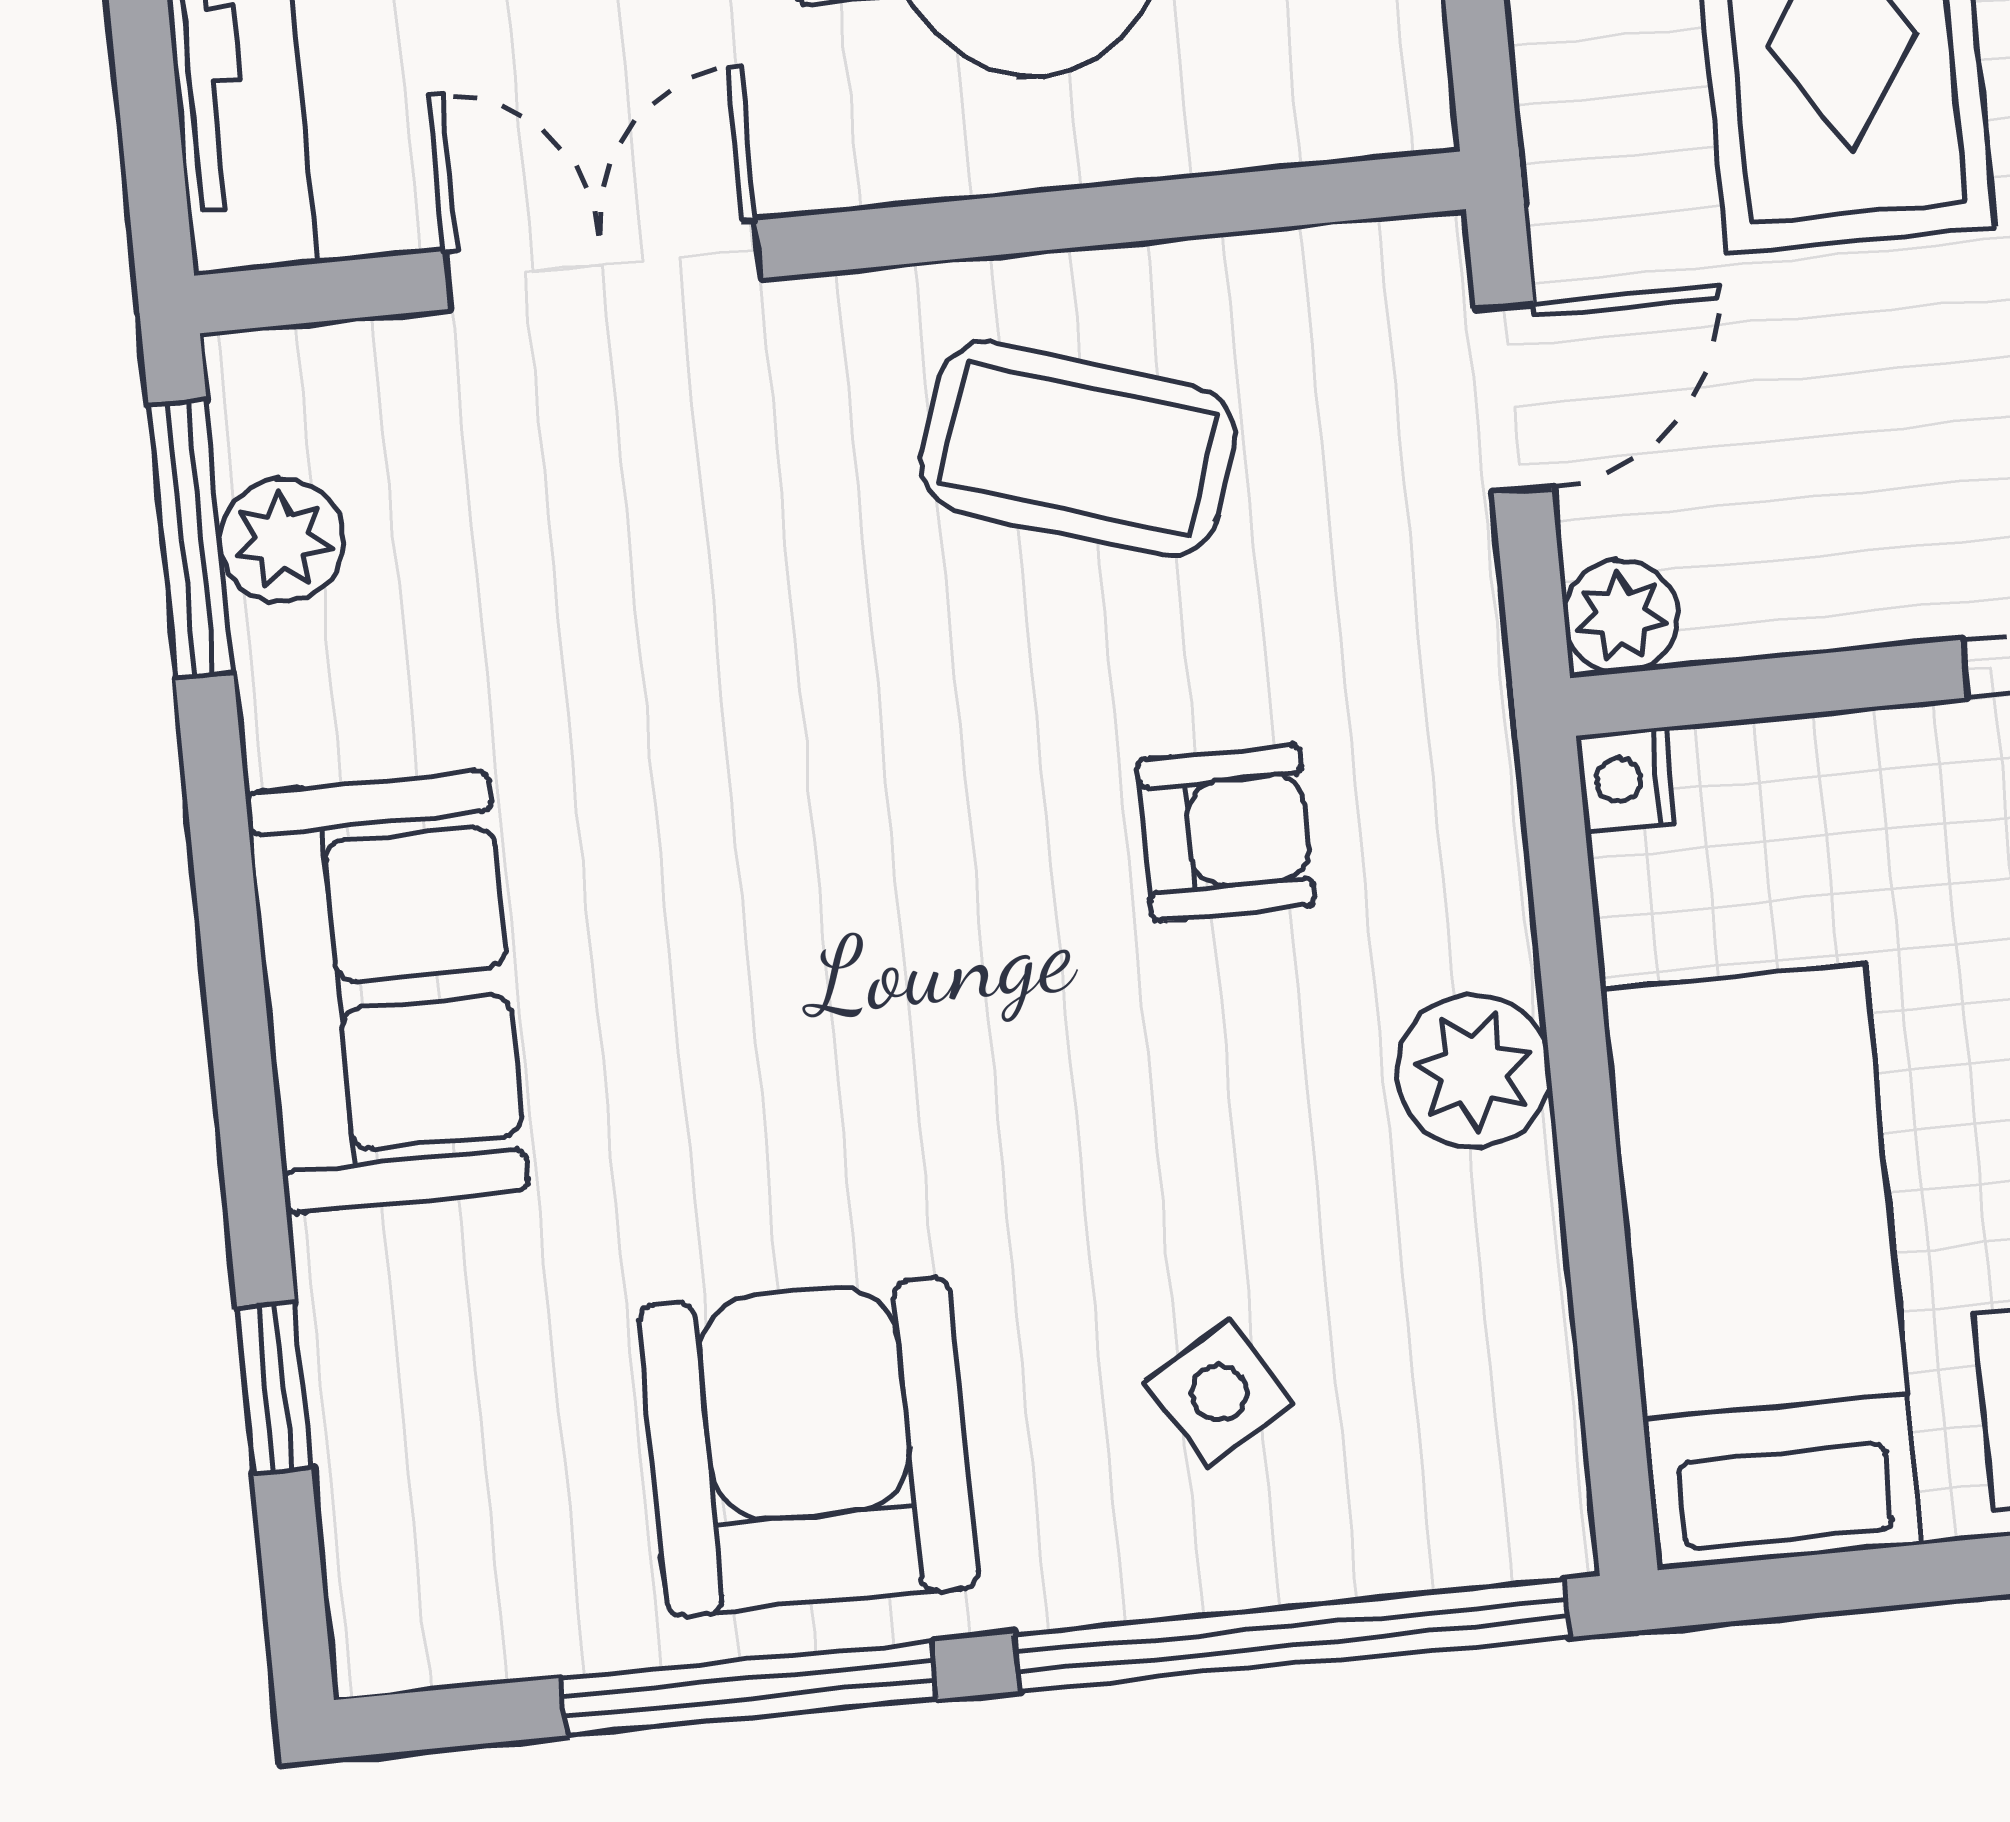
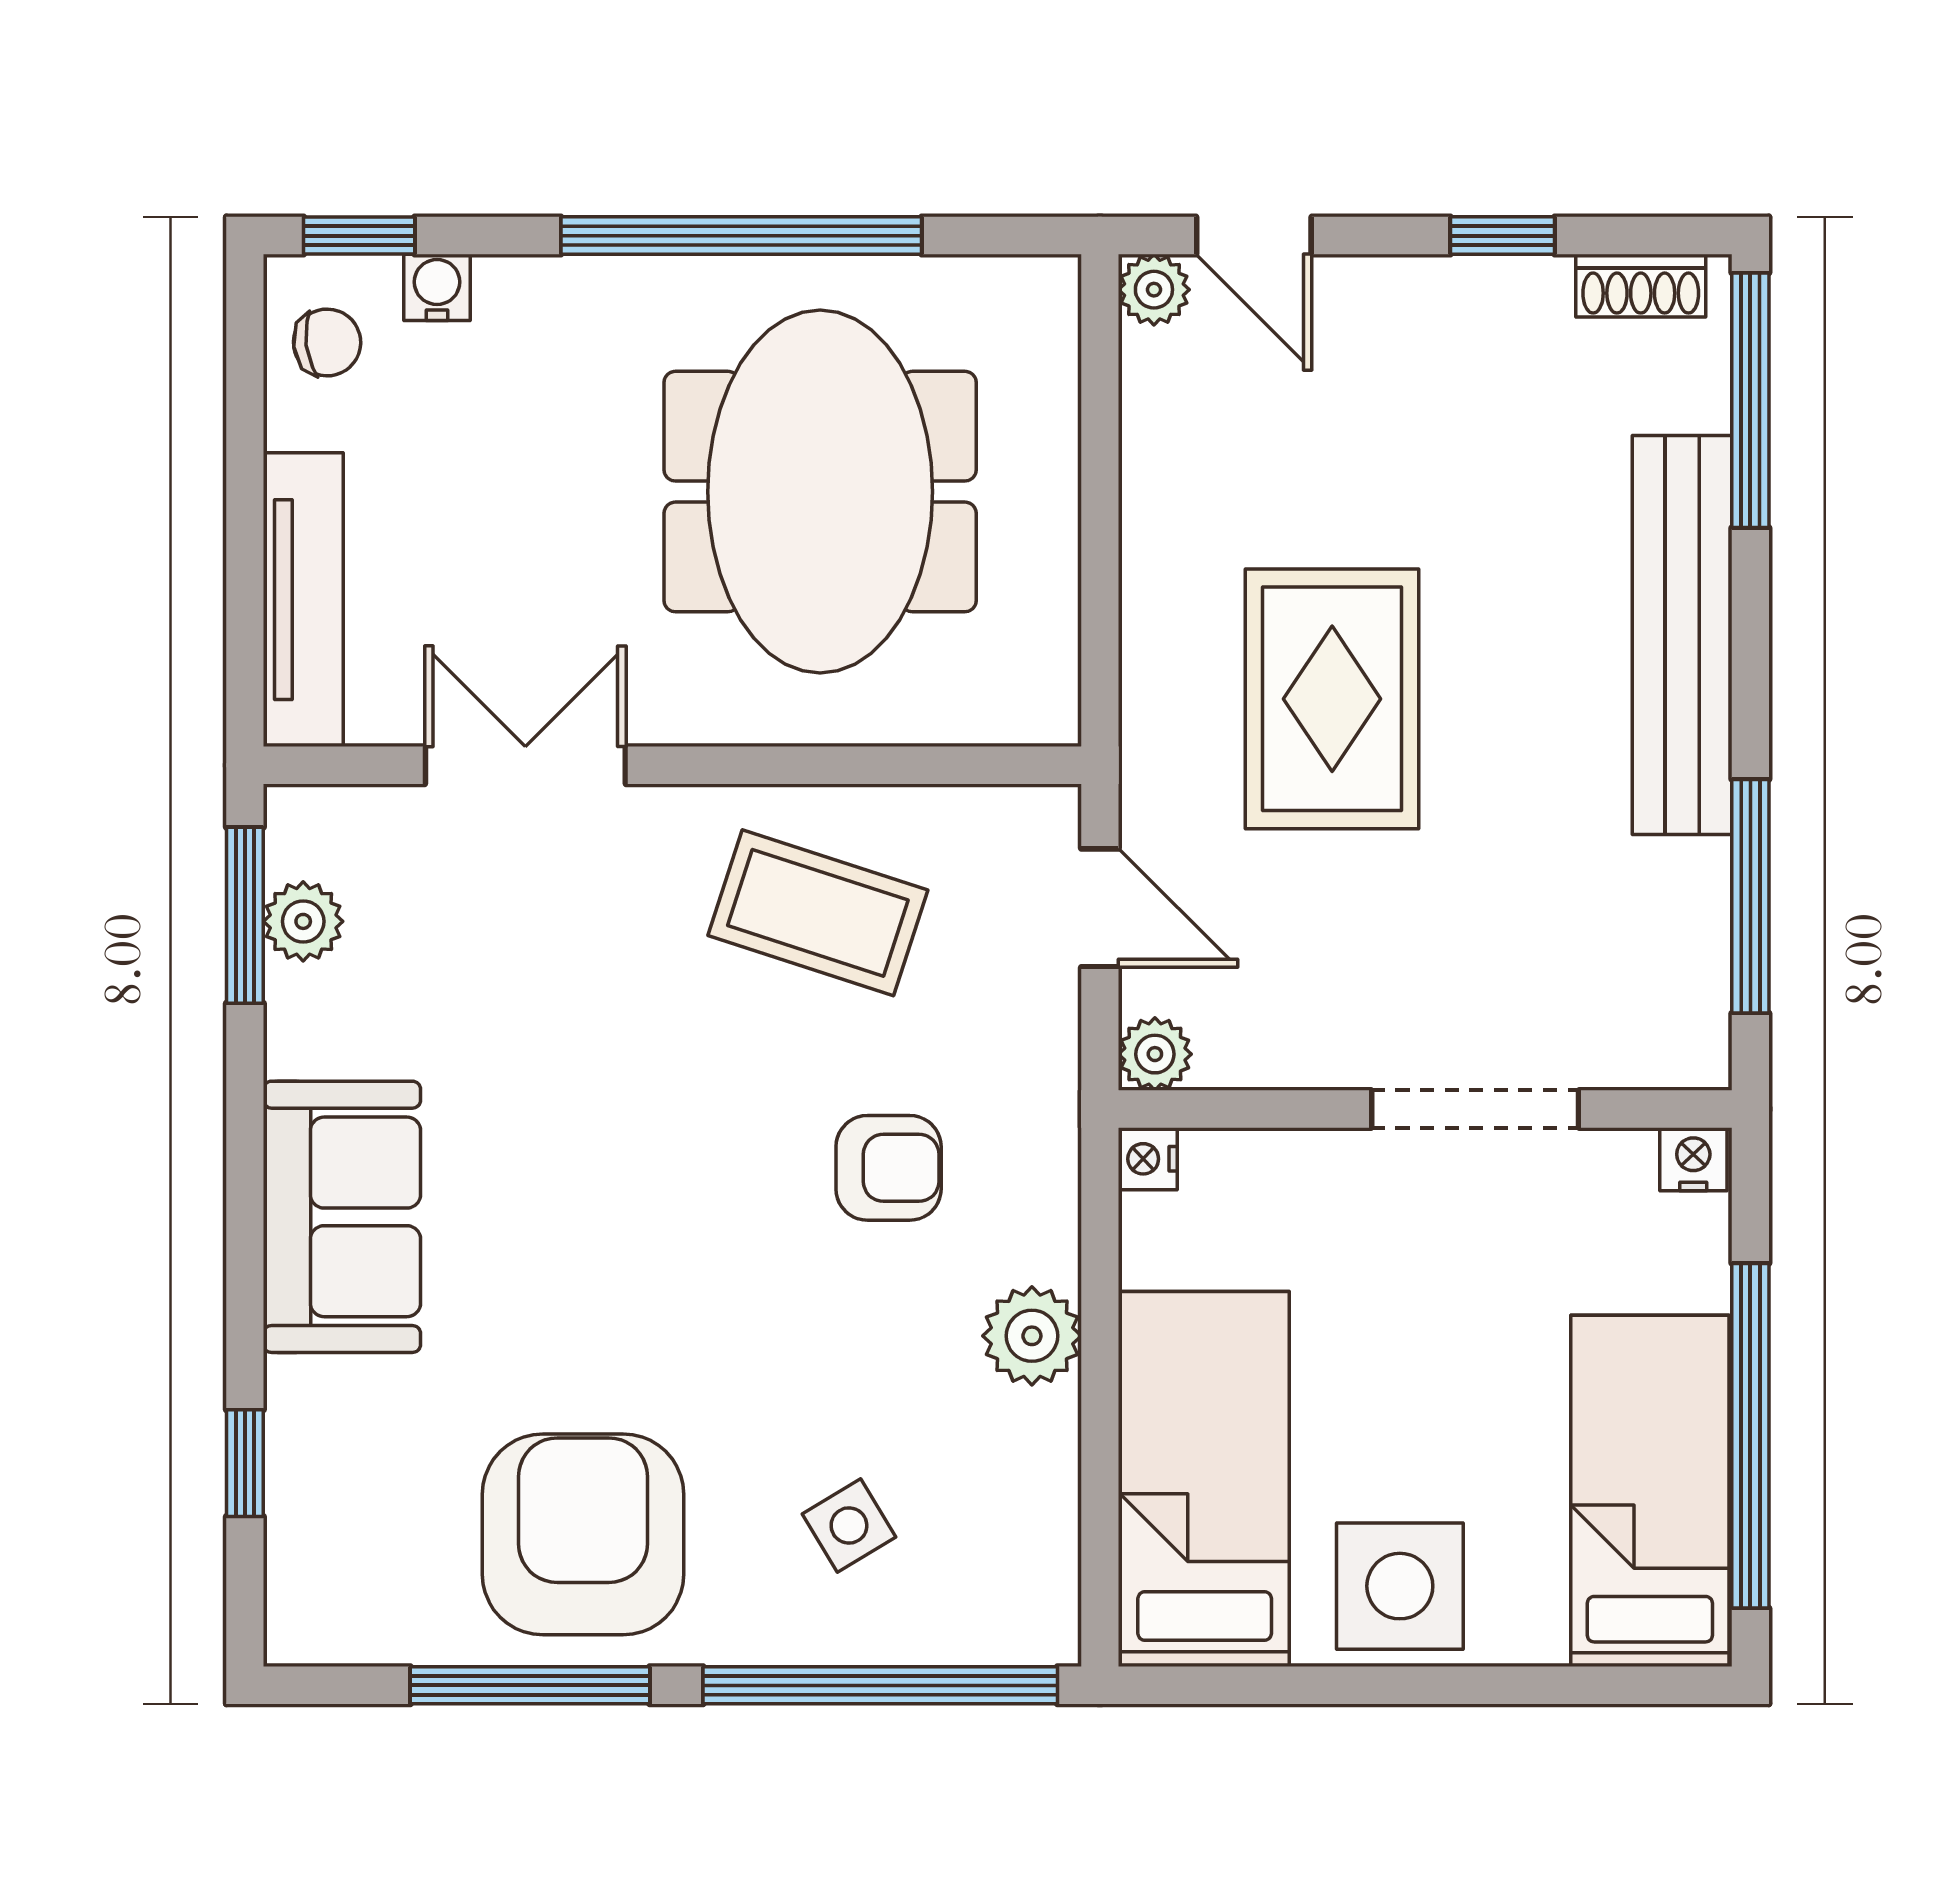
door: (1514, 398) -> (1100, 908), hinge flipped

